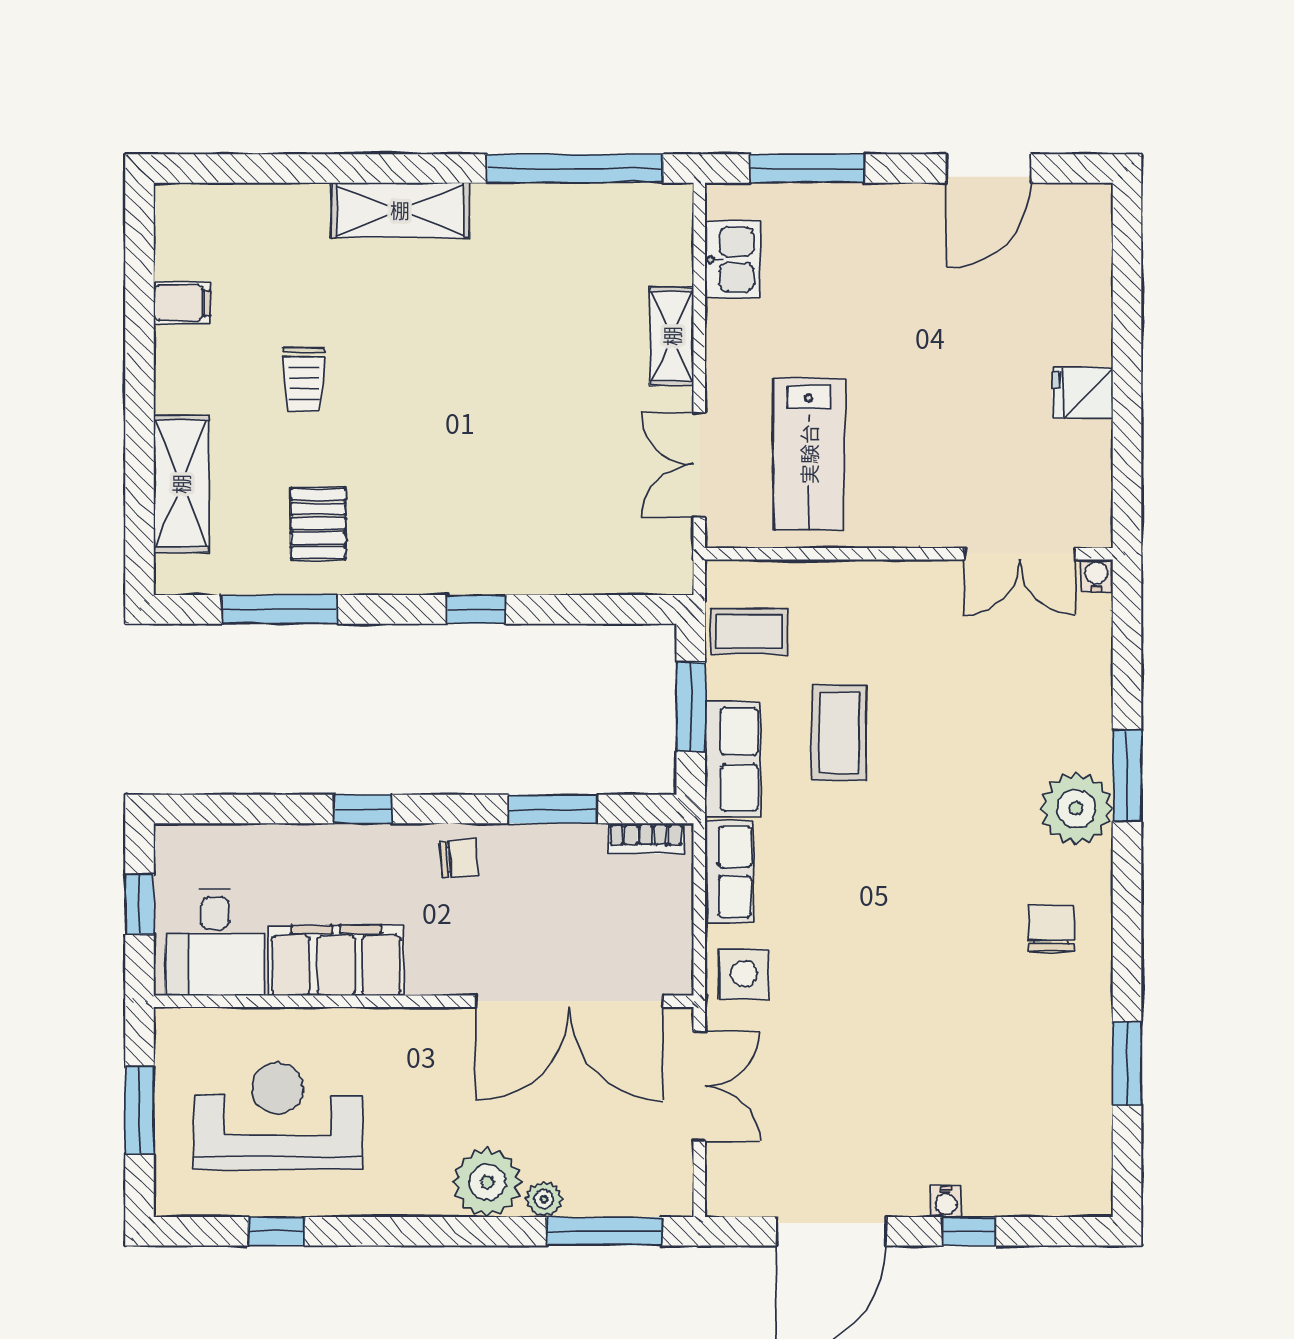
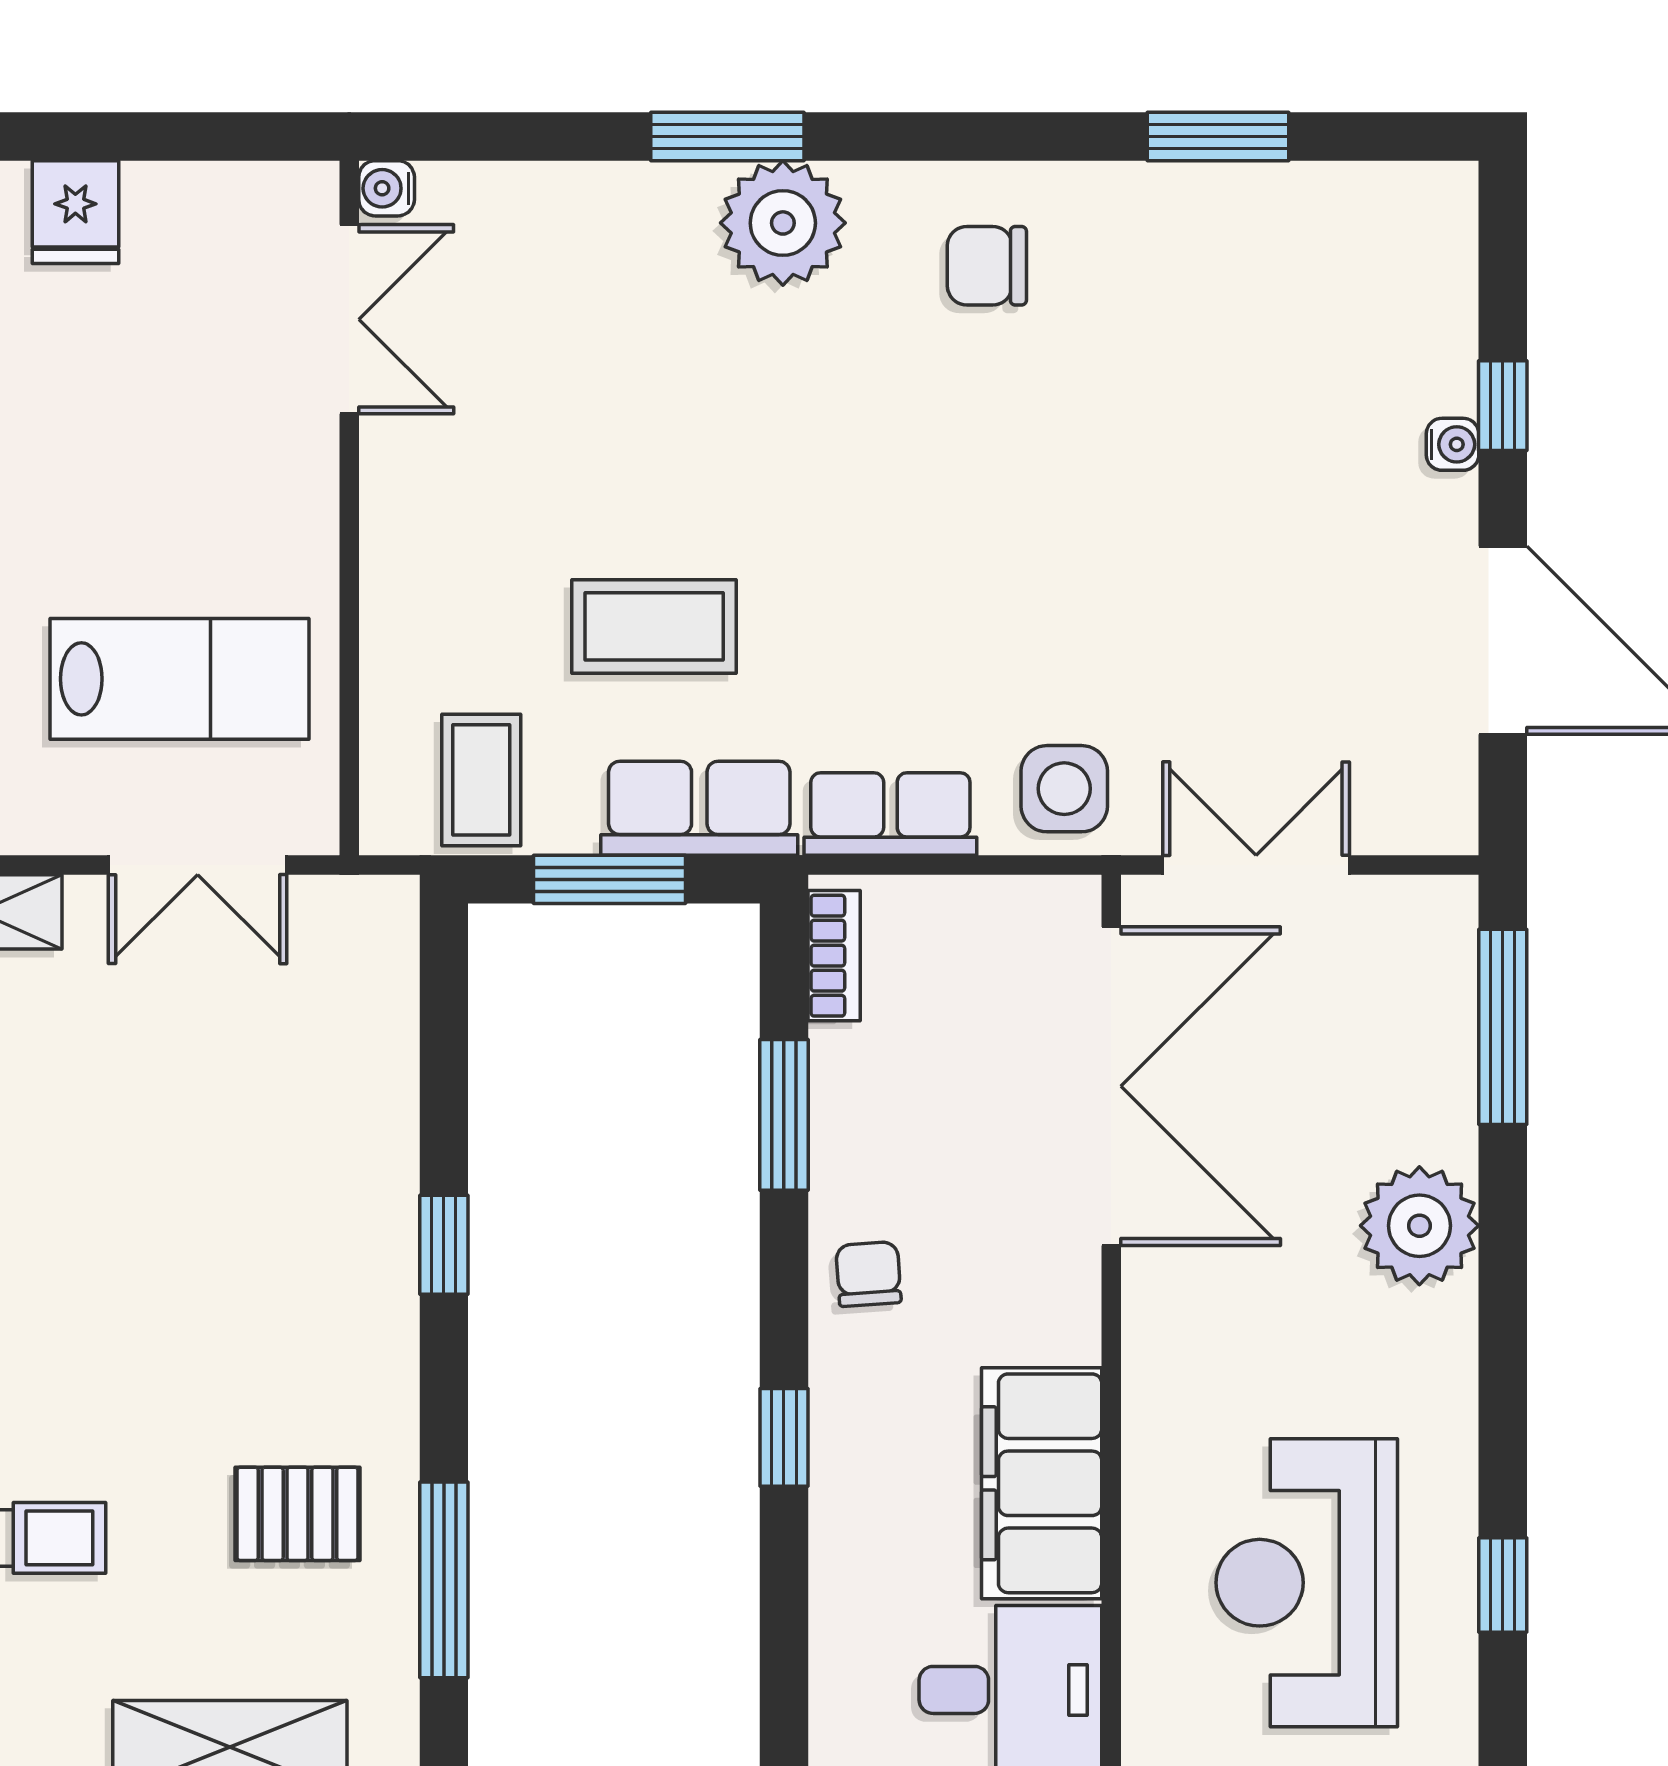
plant: (544, 1199) -> (1448, 1130), removed

